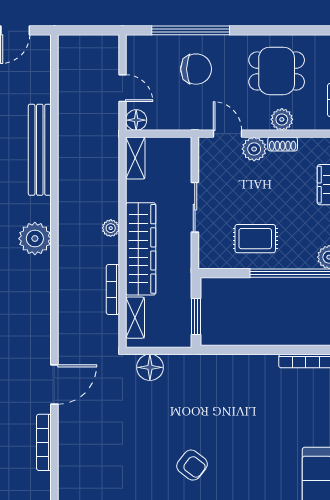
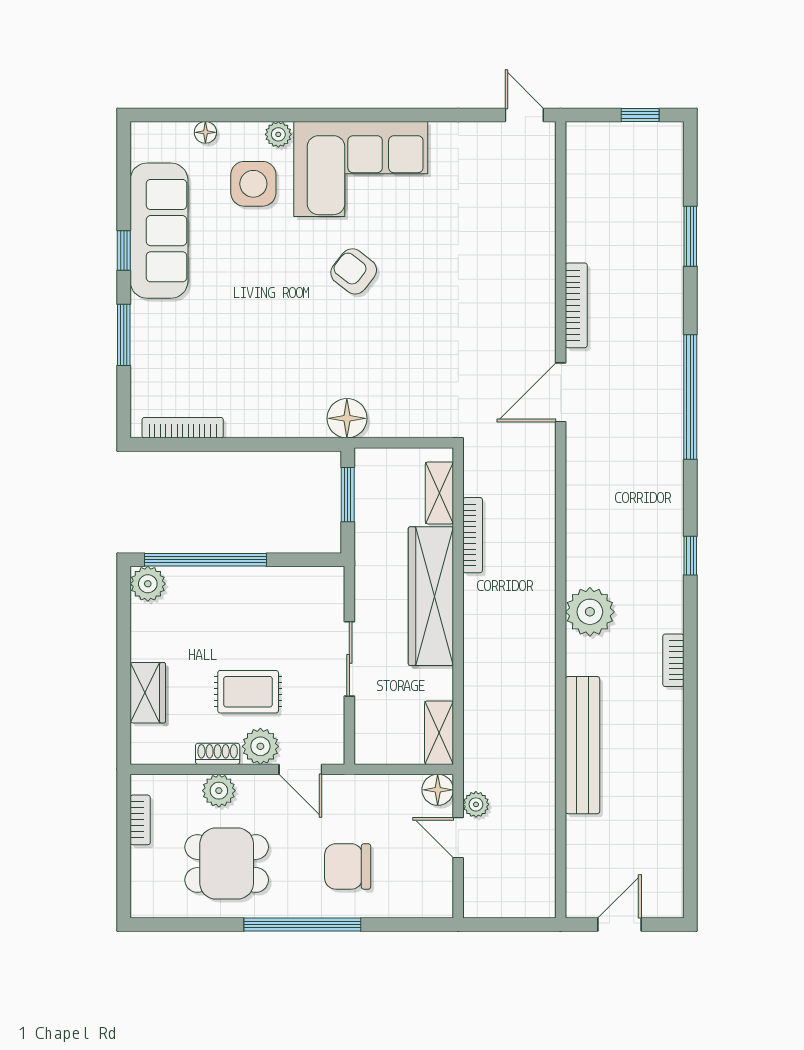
window: (191, 30) -> (302, 925), moved
plant: (111, 228) -> (476, 804), moved
rug: (255, 239) -> (248, 692), moved
floor lamp: (150, 367) -> (347, 418), moved

